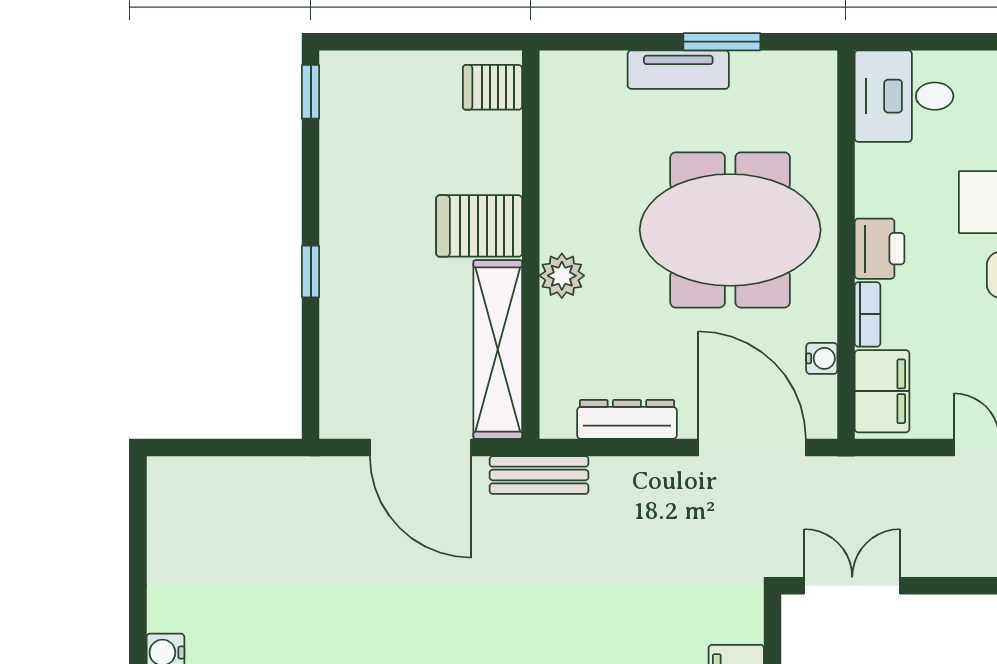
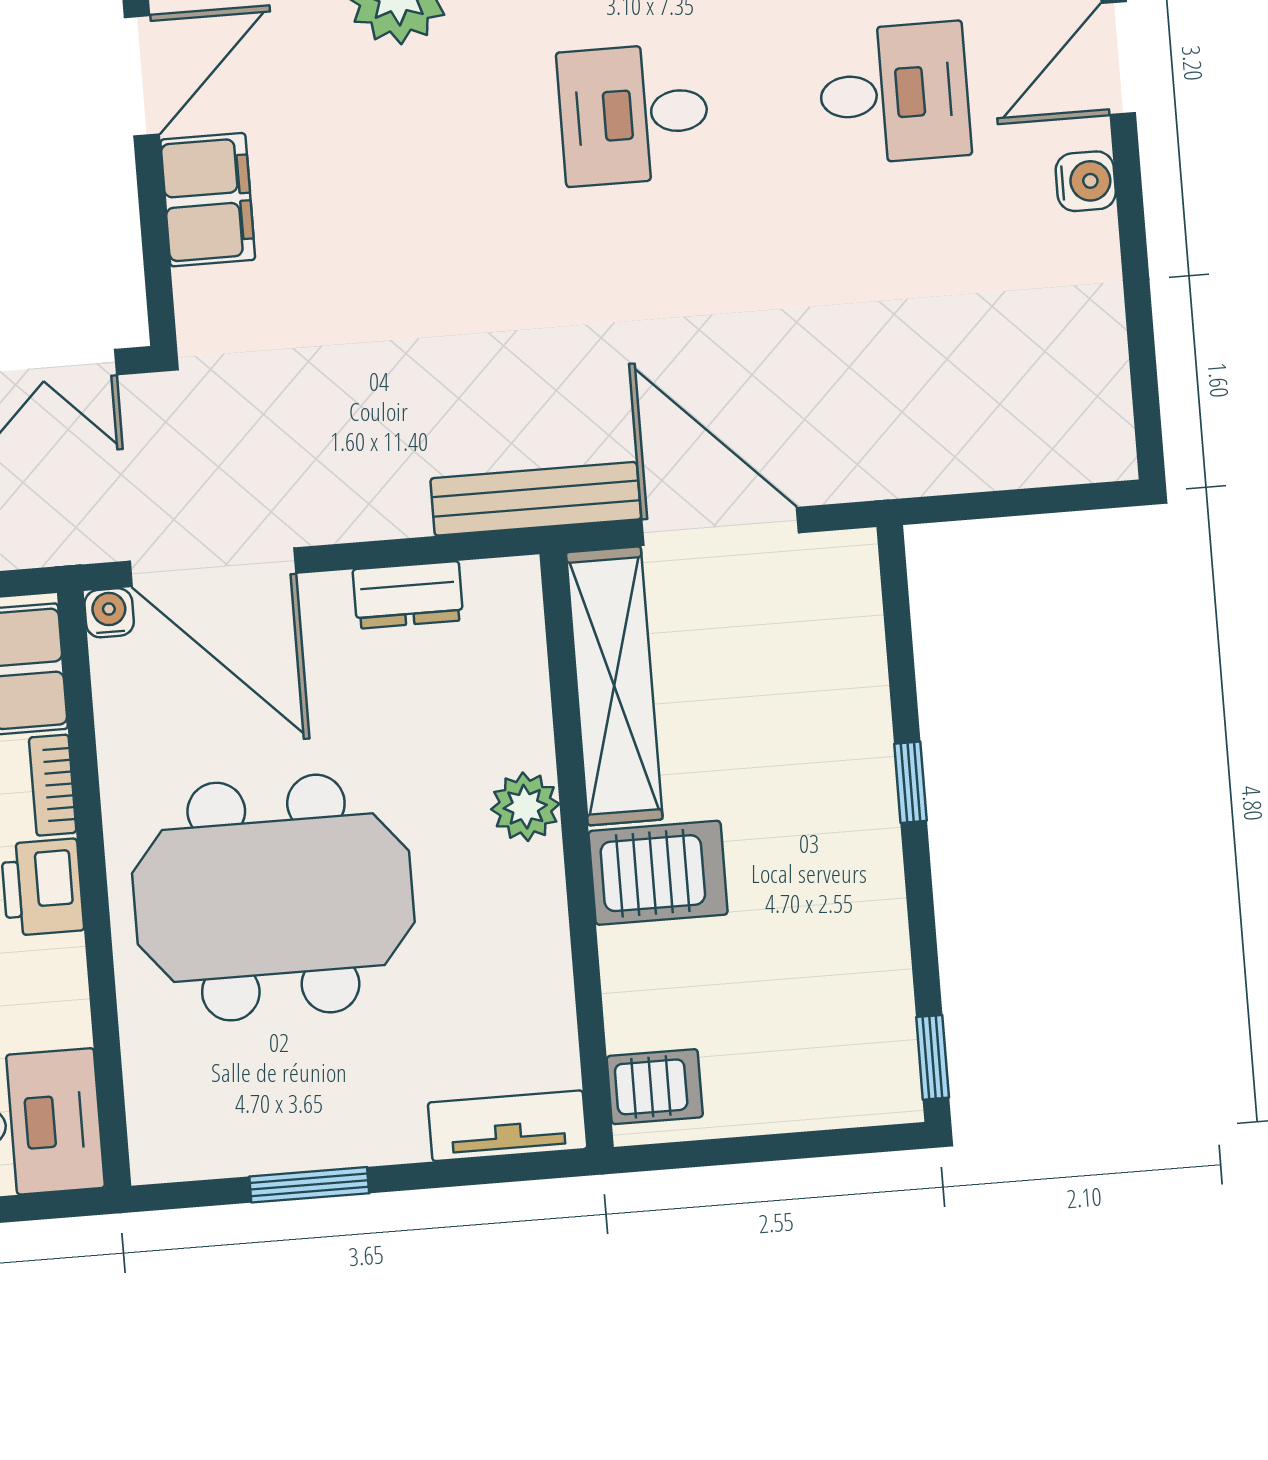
tv unit: (678, 70) -> (508, 1126), moved
water cooler: (822, 358) -> (109, 613), moved, turned 90
dresser: (627, 419) -> (408, 595), width x0.70
bench: (539, 475) -> (536, 499), width x1.36

